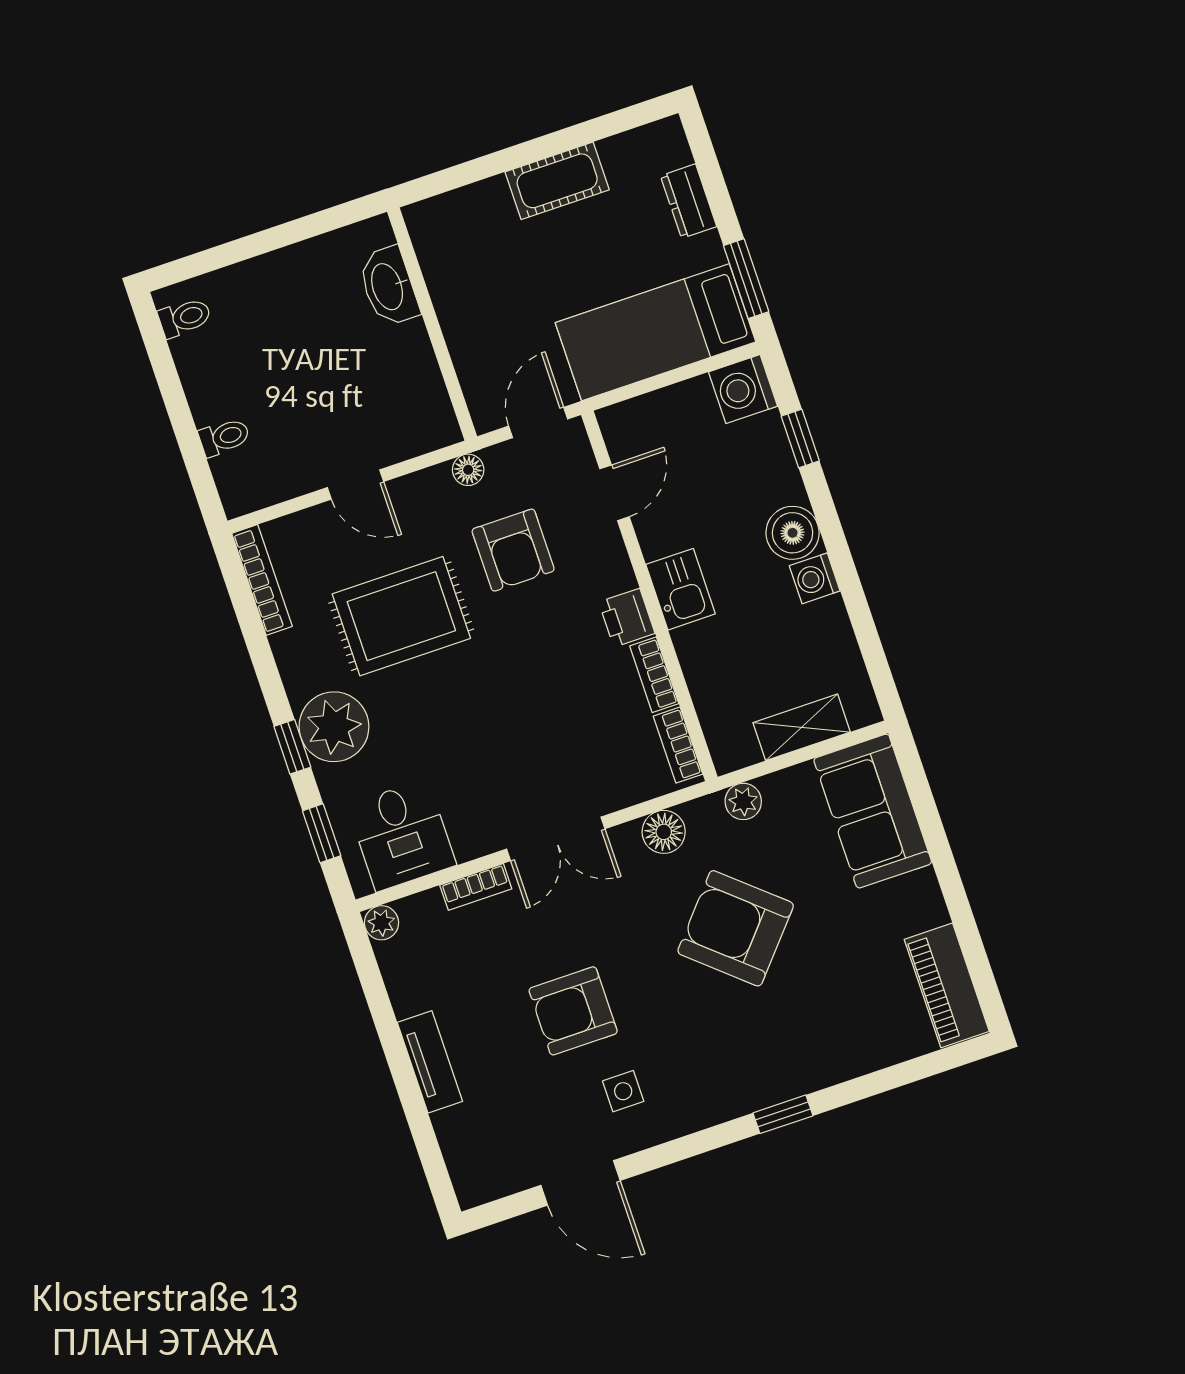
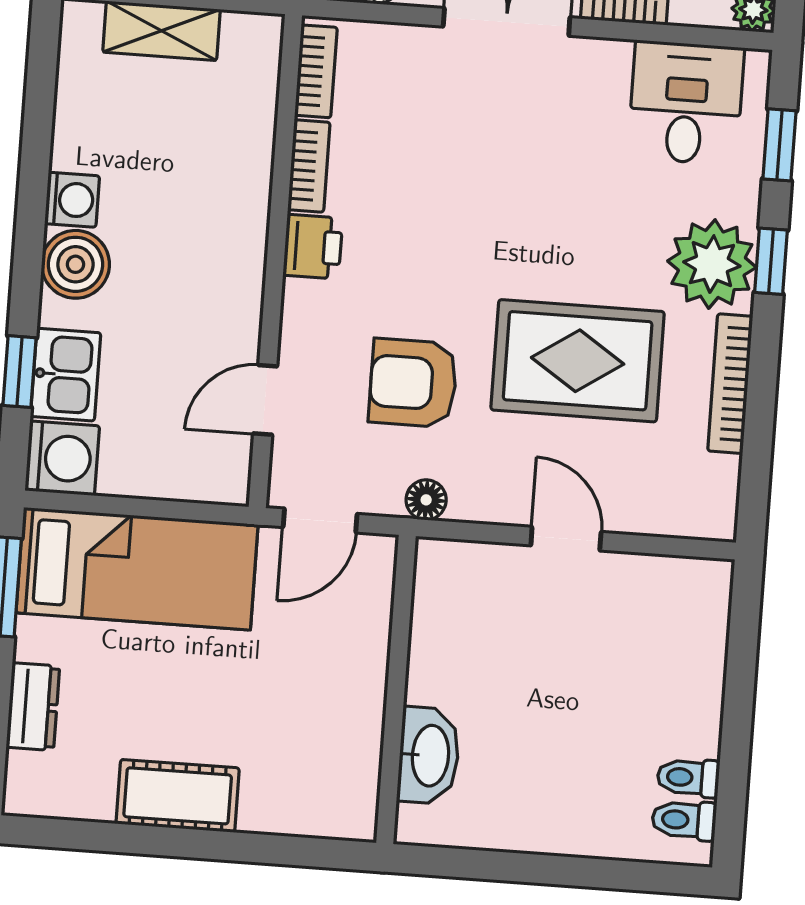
toilet: (224, 437) -> (688, 778), moved
armchair: (513, 550) -> (413, 383), turned -90
bookcase: (262, 580) -> (730, 384), moved
kitchen sink: (681, 589) -> (66, 375), moved, turned 180

